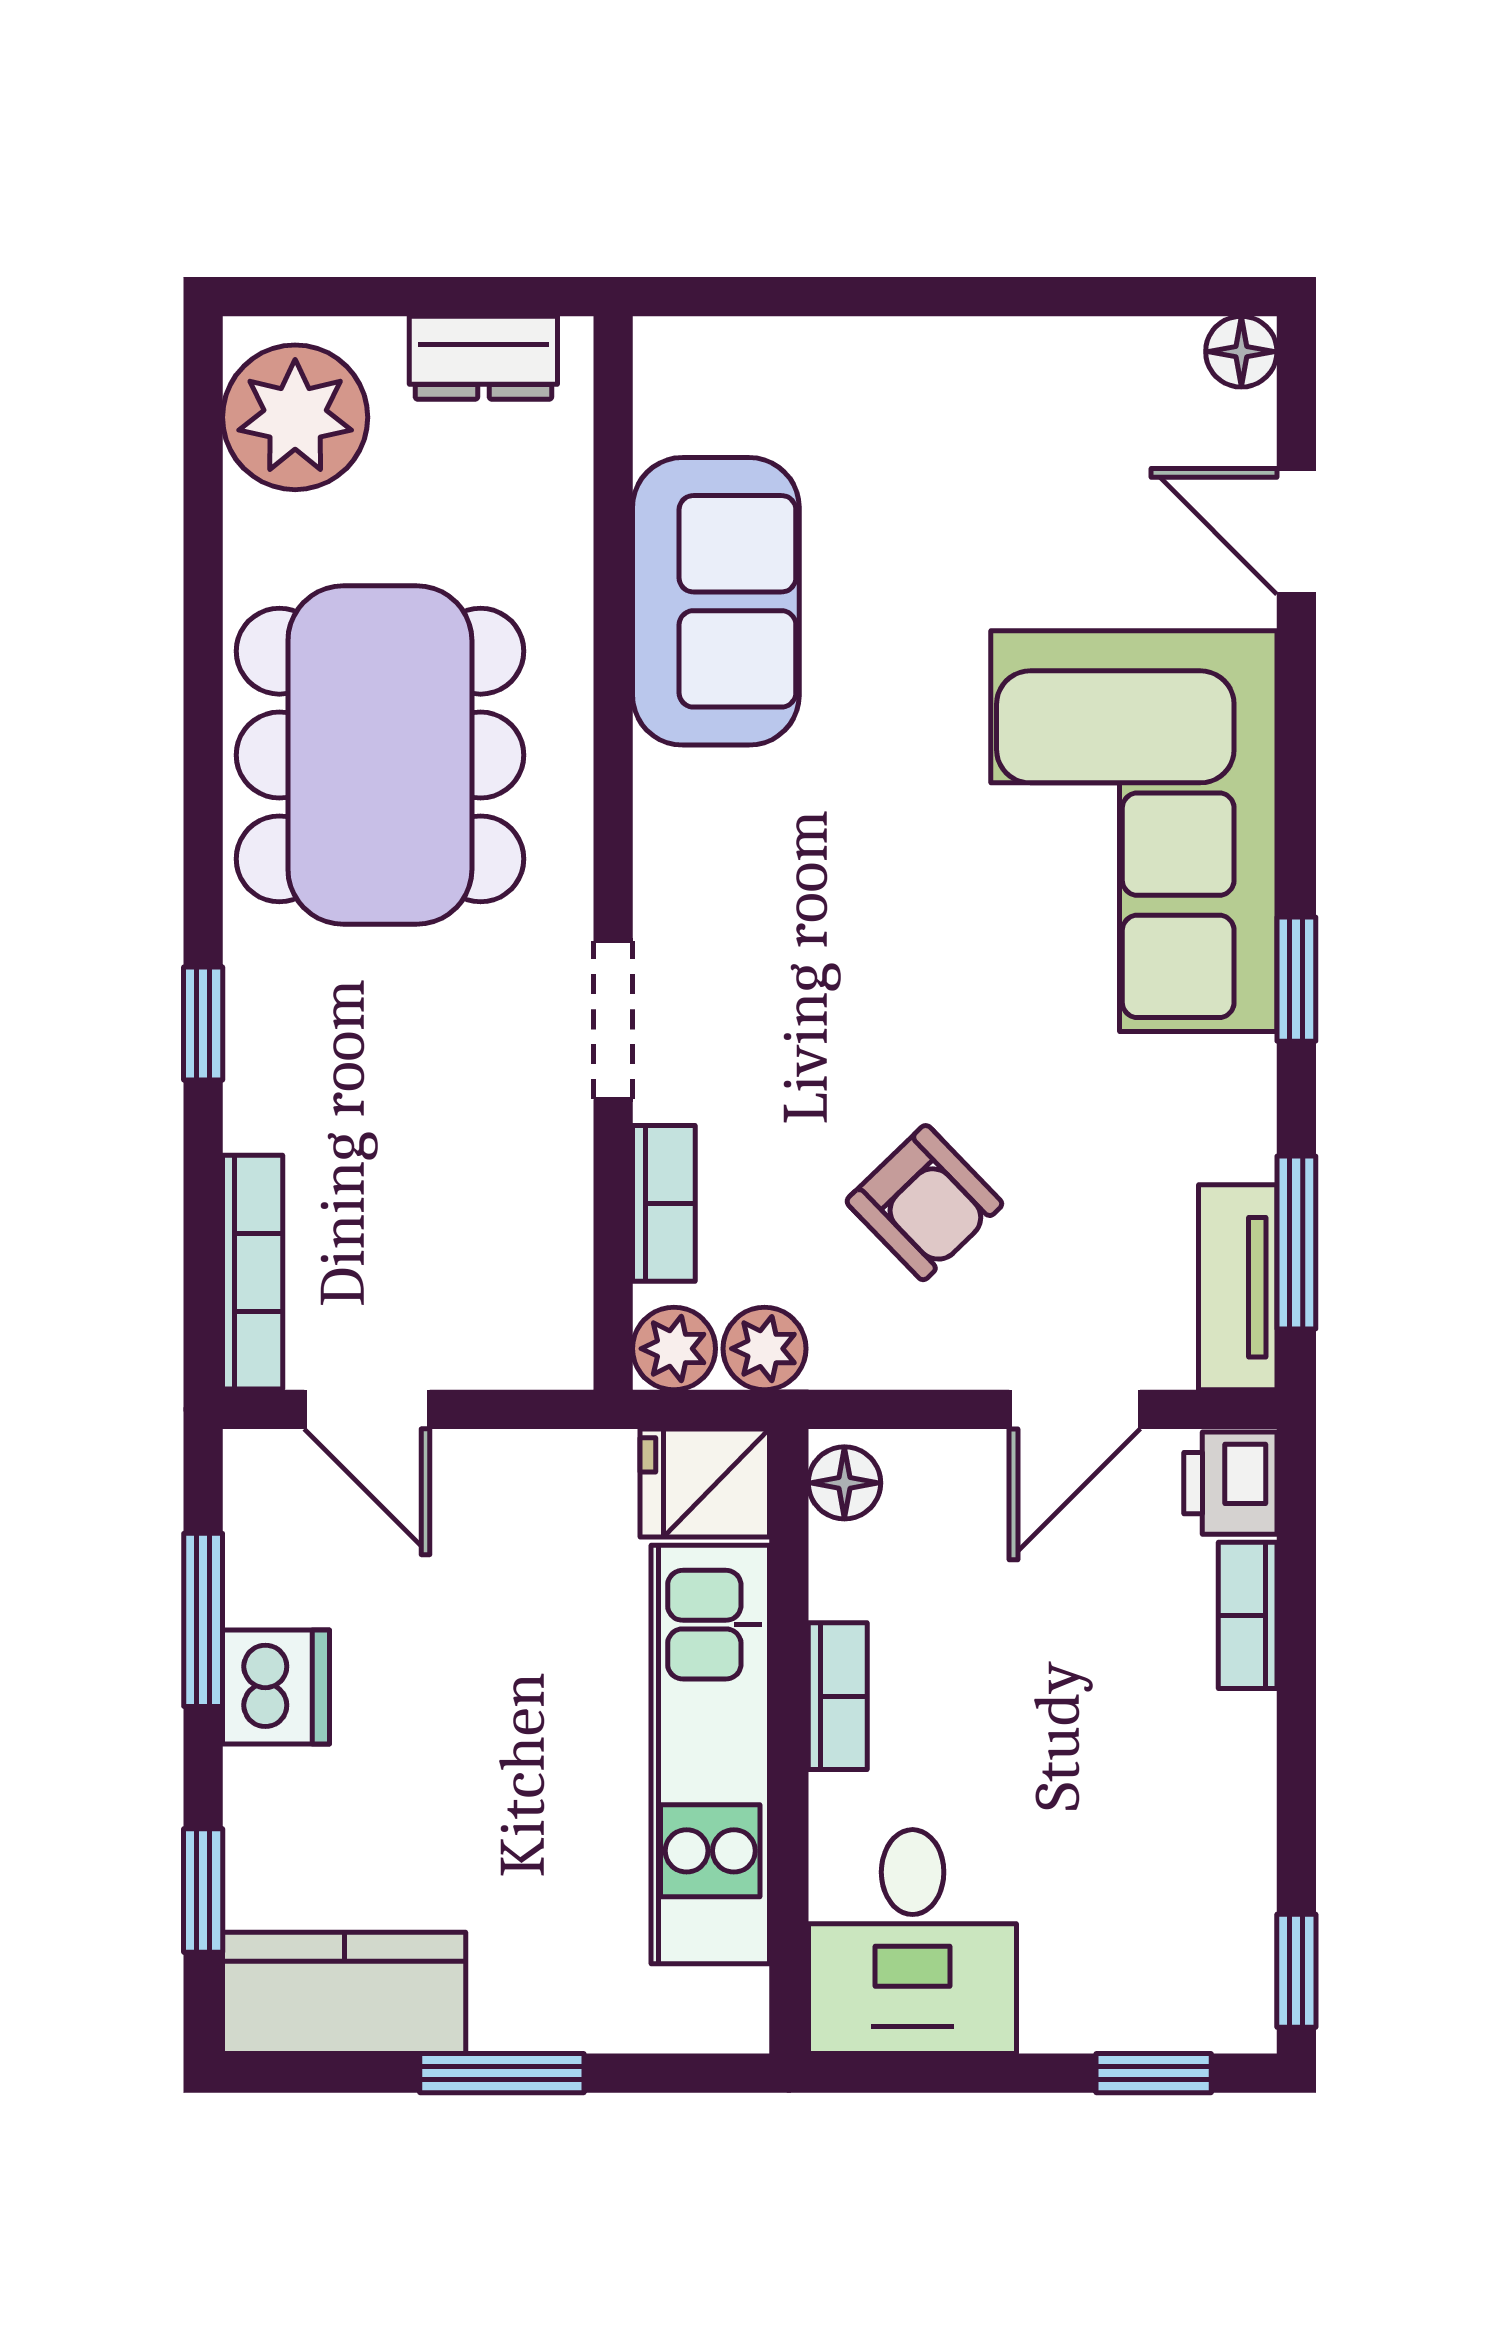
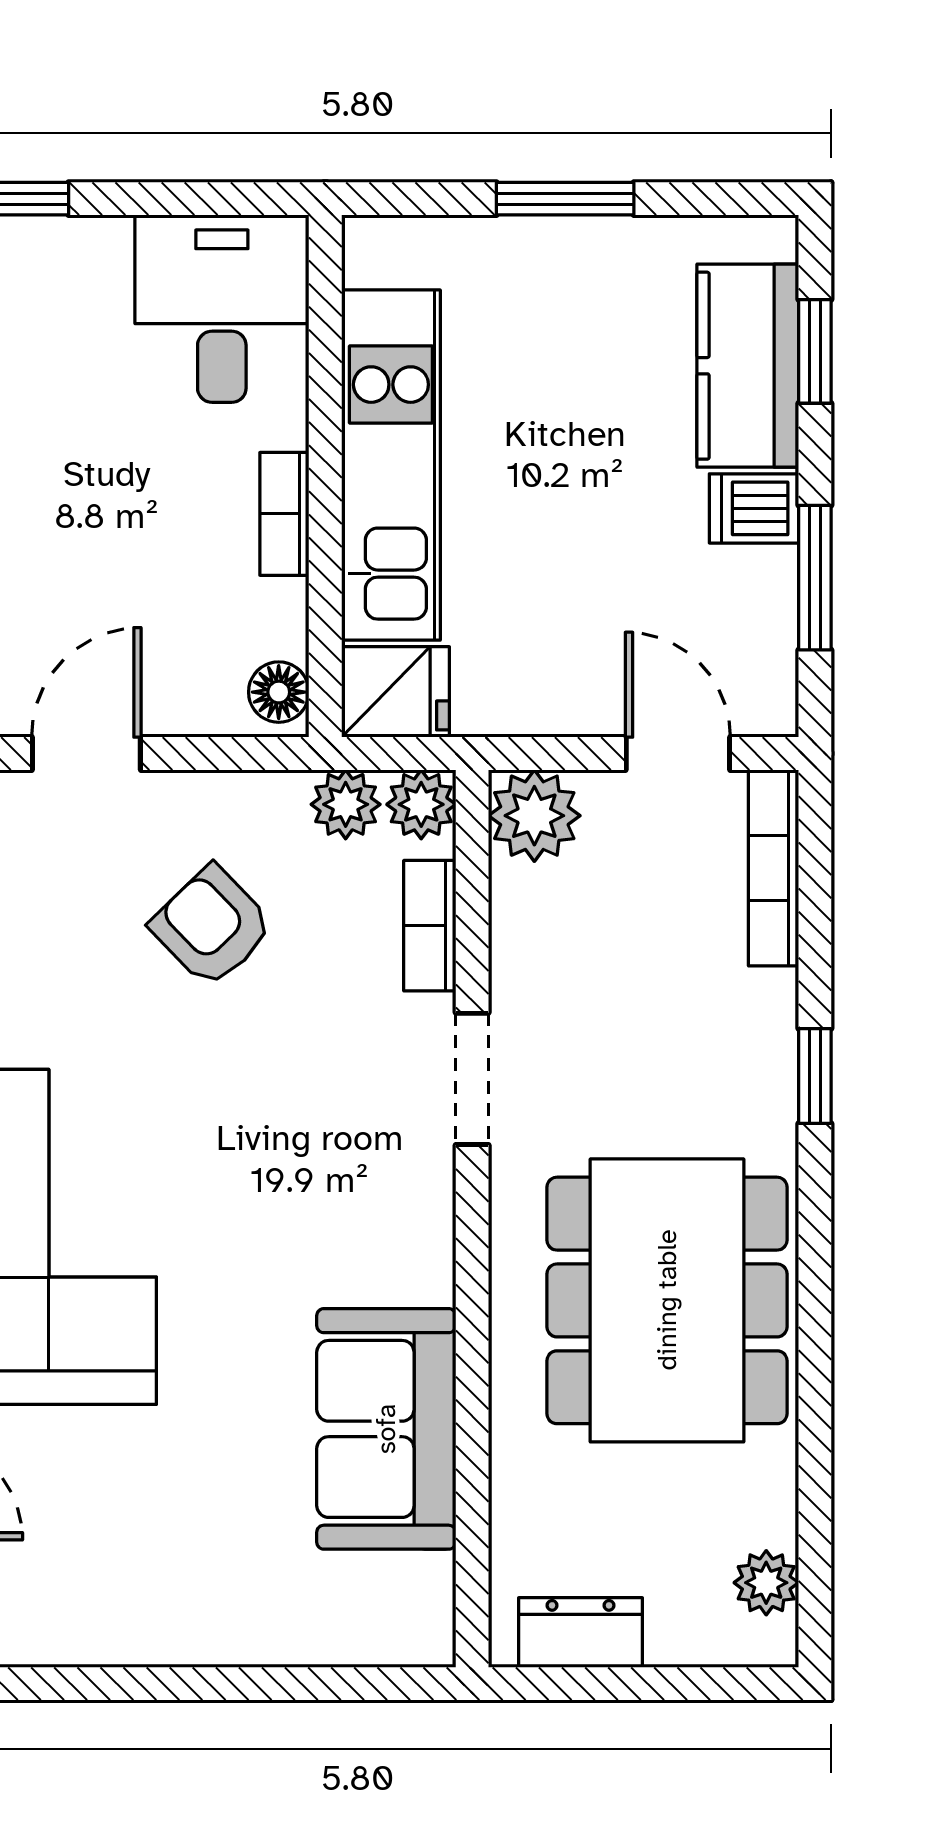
plant: (295, 417) -> (766, 1583), width x0.53, depth x0.53
plant: (539, 1335) -> (534, 816), added
dishwasher: (276, 1687) -> (754, 508), width x0.73
kitchen counter: (344, 1993) -> (748, 366), moved, turned 90

